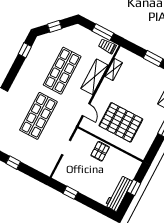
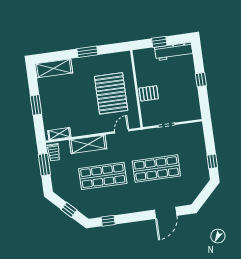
shelving: (114, 69) -> (59, 134), moved
window: (71, 193) -> (201, 80), moved

